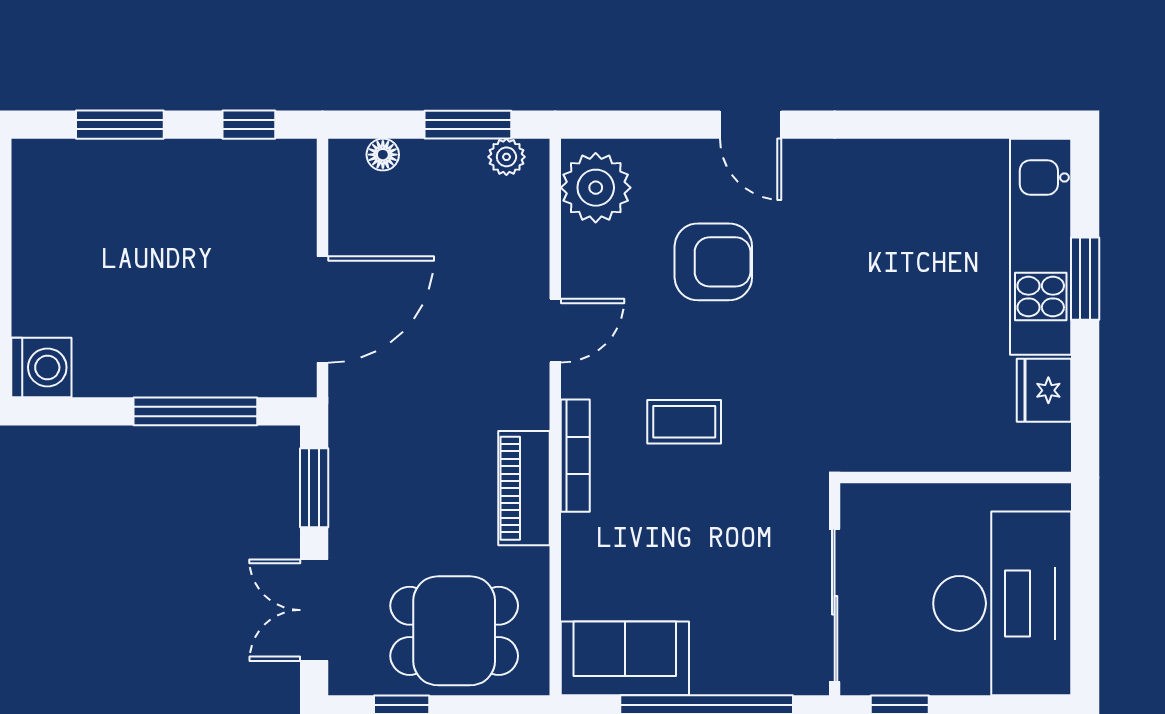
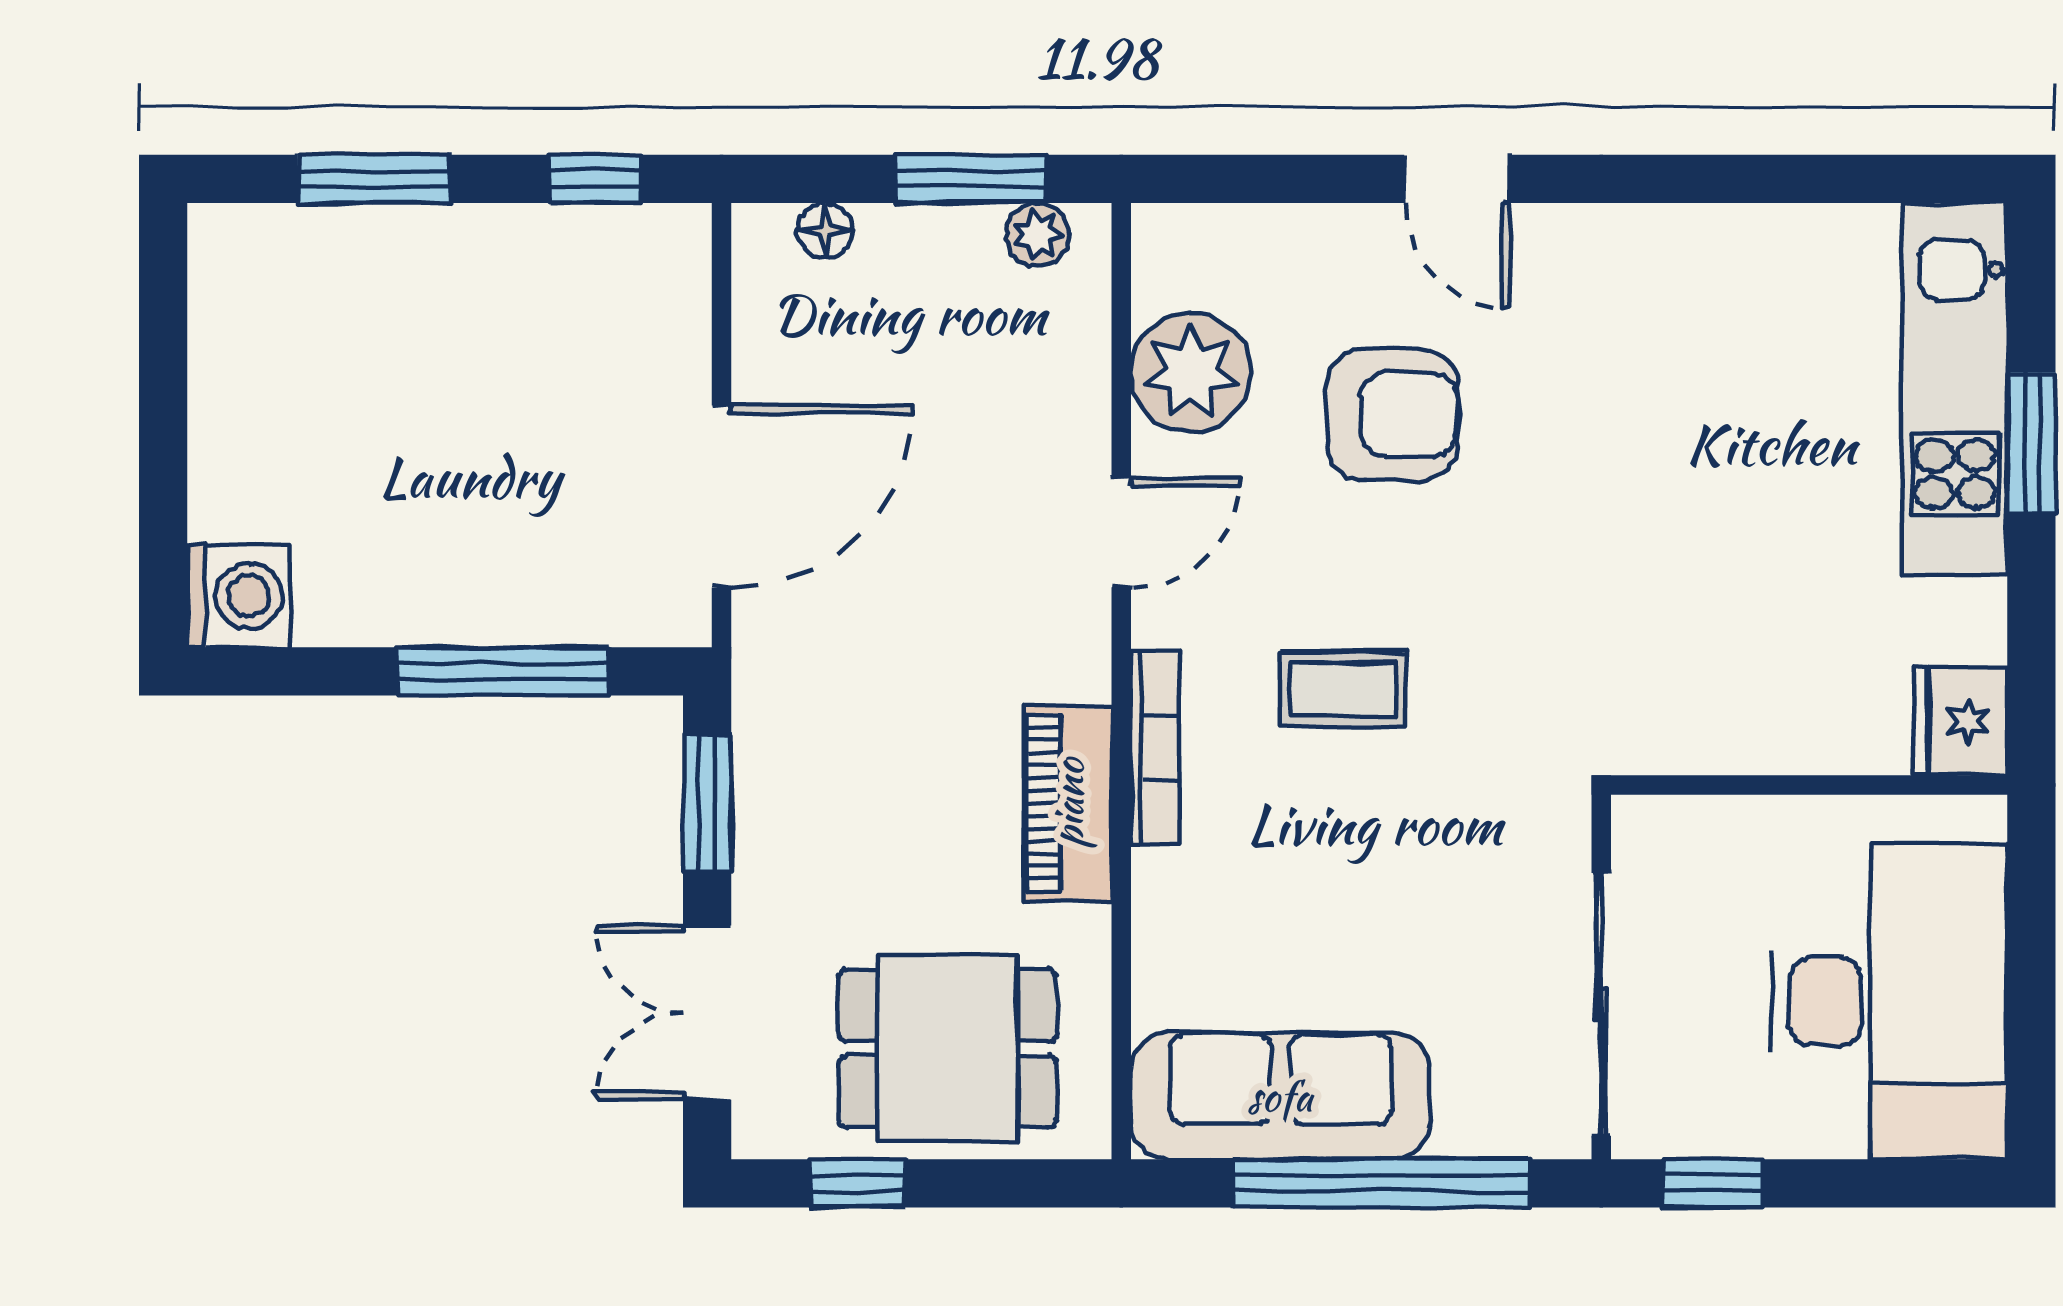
plant: (596, 188) -> (1191, 372), moved
fridge: (1044, 390) -> (1961, 721), moved
sofa: (625, 658) -> (1280, 1096), width x1.36

